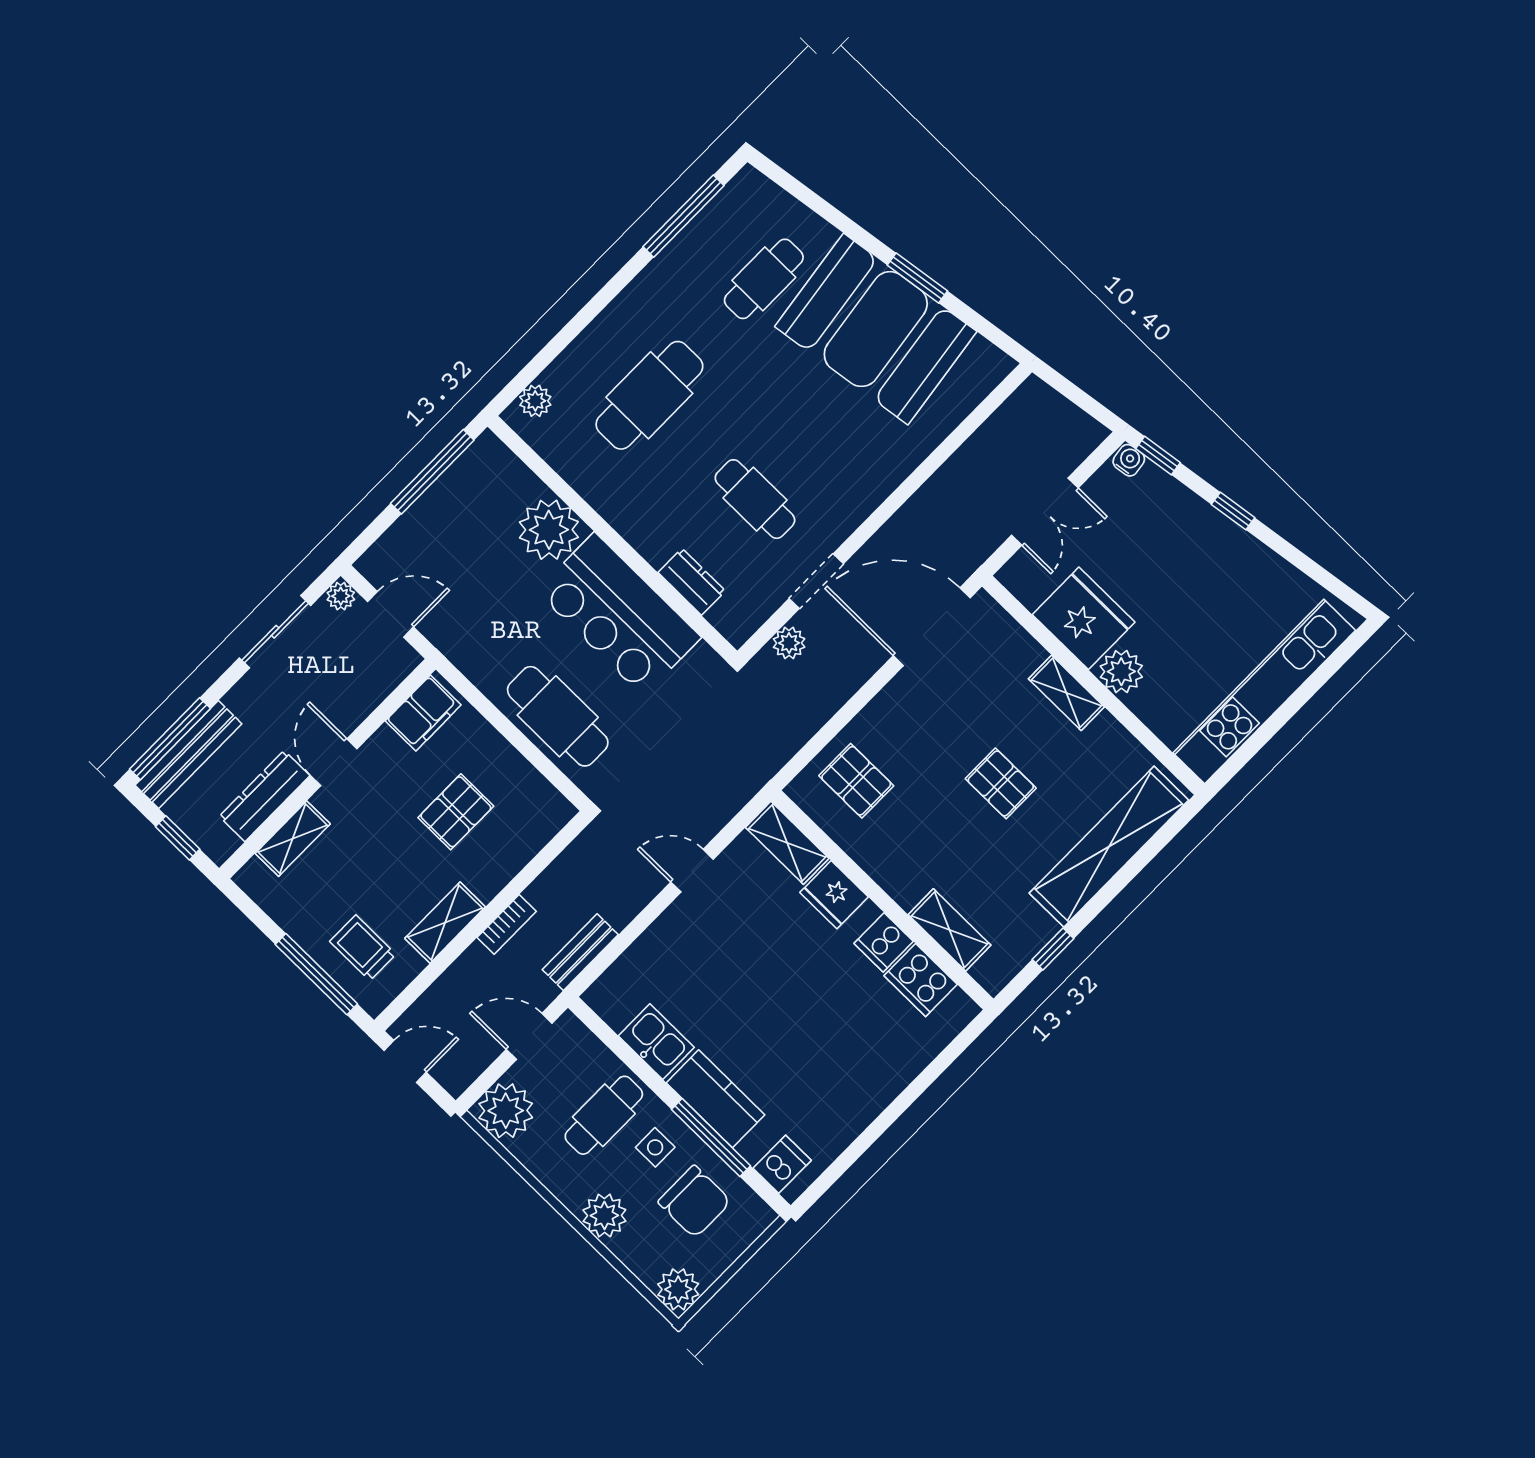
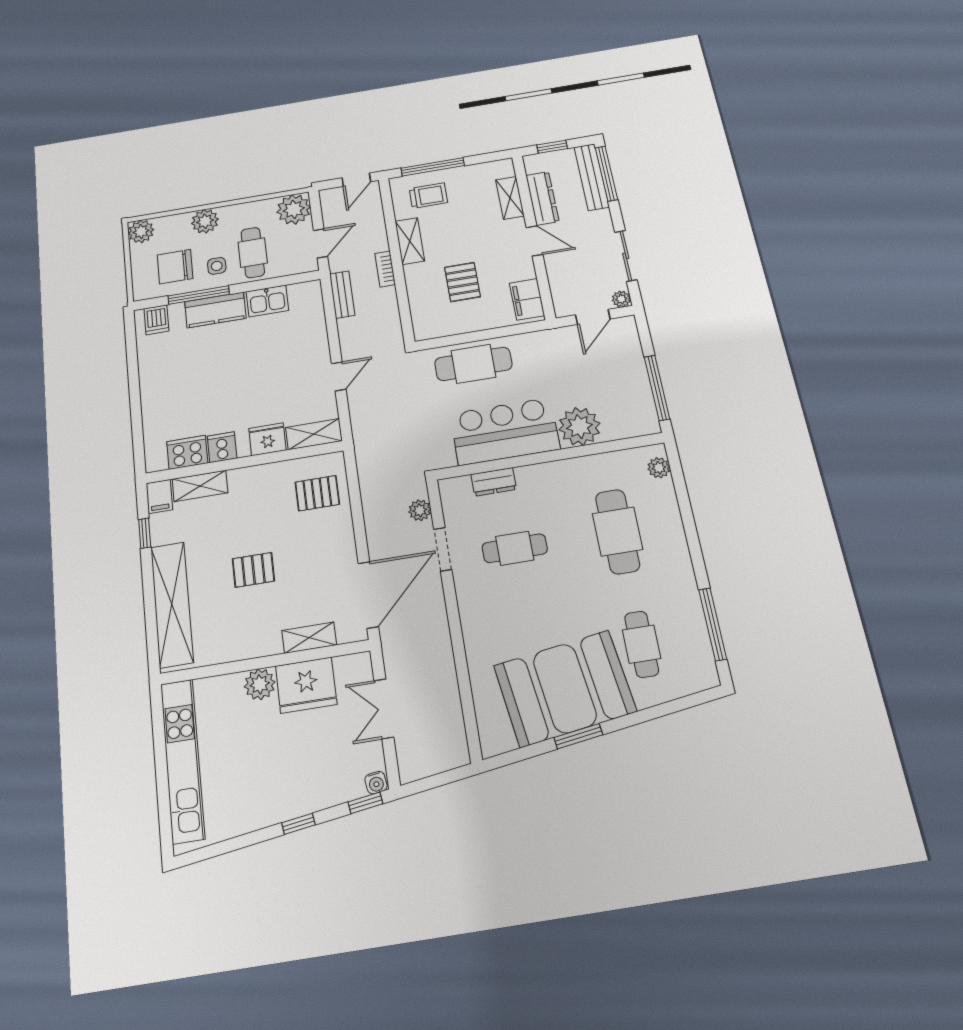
shelving: (1066, 693) -> (309, 638), moved
filing cabinet: (998, 969) -> (159, 496), added

